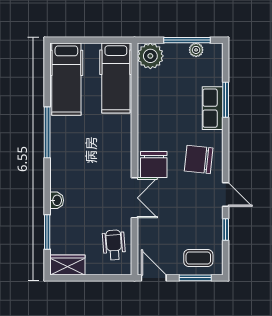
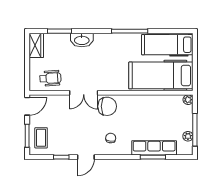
plant: (150, 56) -> (188, 100), width x0.53, depth x0.53
hospital bed: (116, 78) -> (161, 75), width x1.37, depth x1.29
row of seats: (213, 108) -> (154, 148), width x1.48
chair: (199, 159) -> (111, 138), width x0.54, depth x0.54
chair: (154, 165) -> (107, 106), turned 180
washbasin: (57, 200) -> (82, 40), width x1.91, depth x1.45

